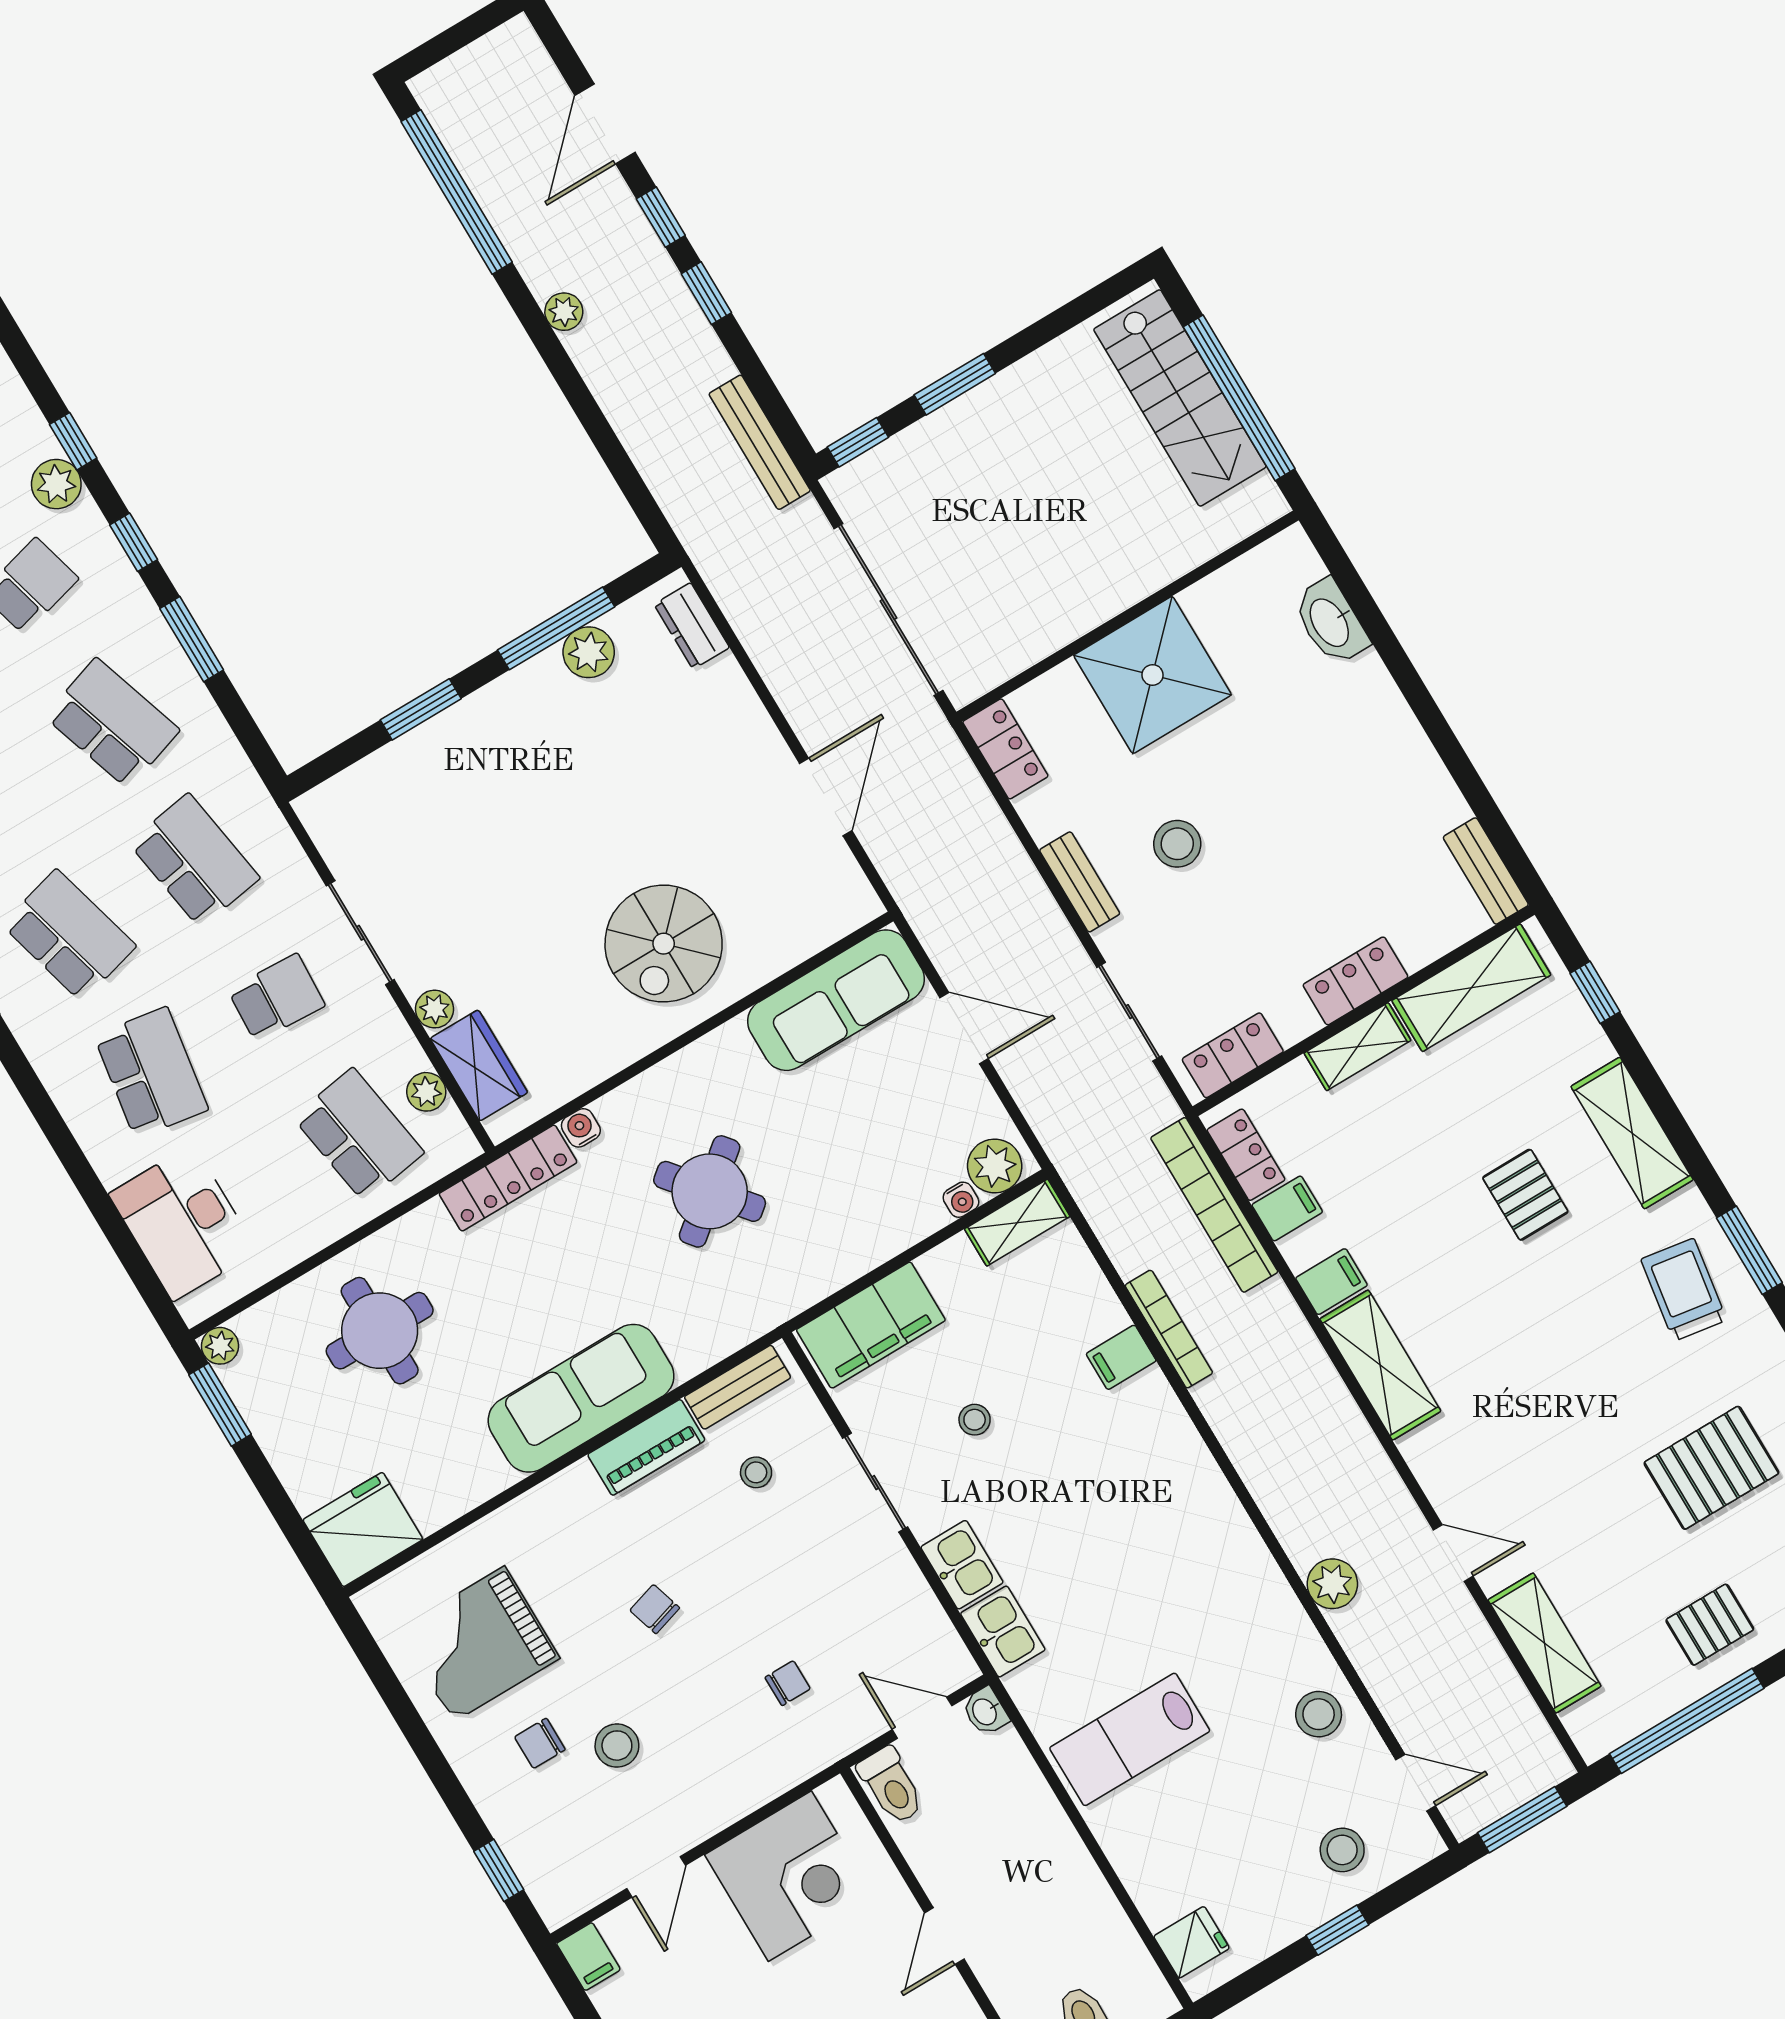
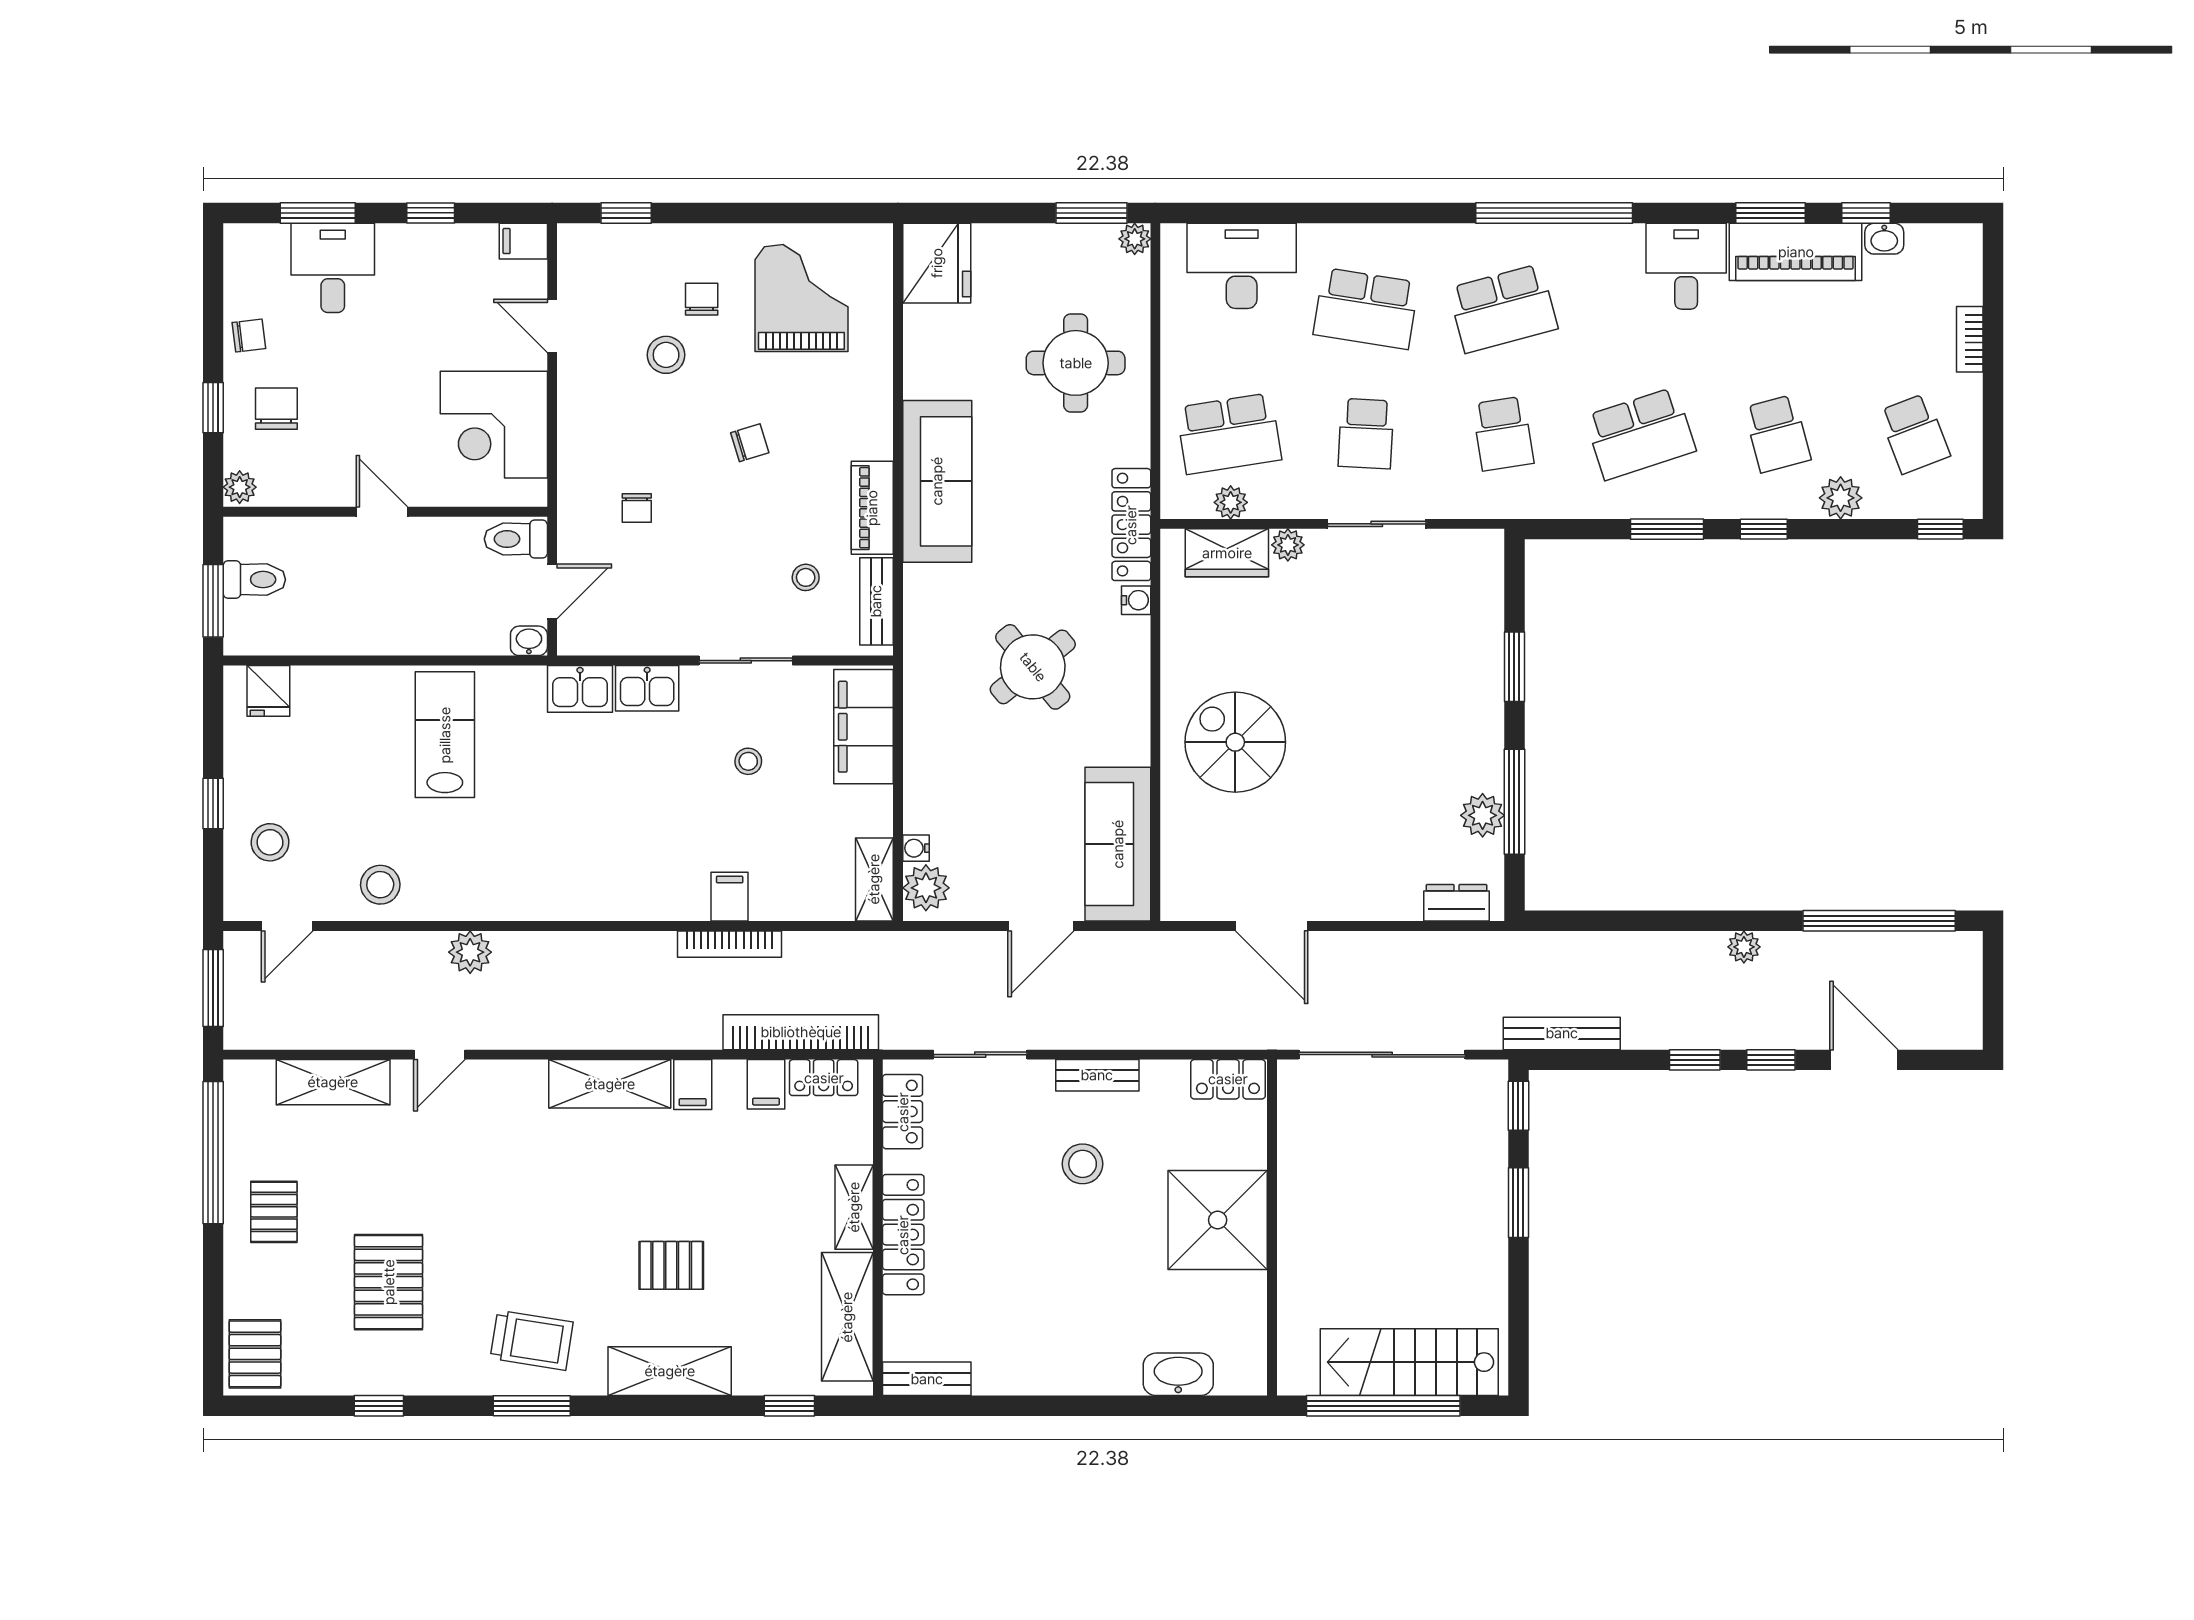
window: (73, 441) -> (1940, 529), moved
school desk: (194, 860) -> (1503, 434), width x0.54
locker: (1355, 981) -> (903, 1235), width x1.53

